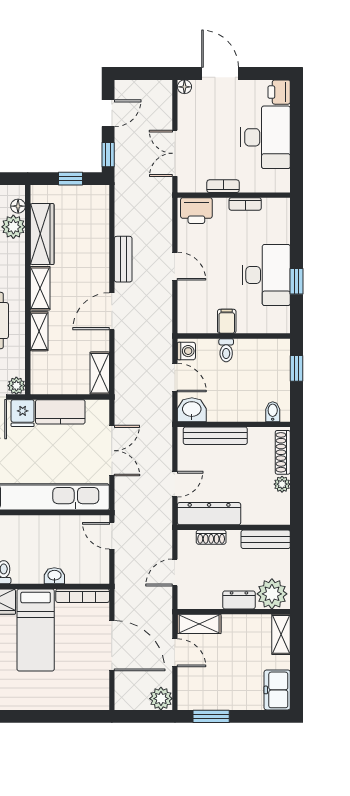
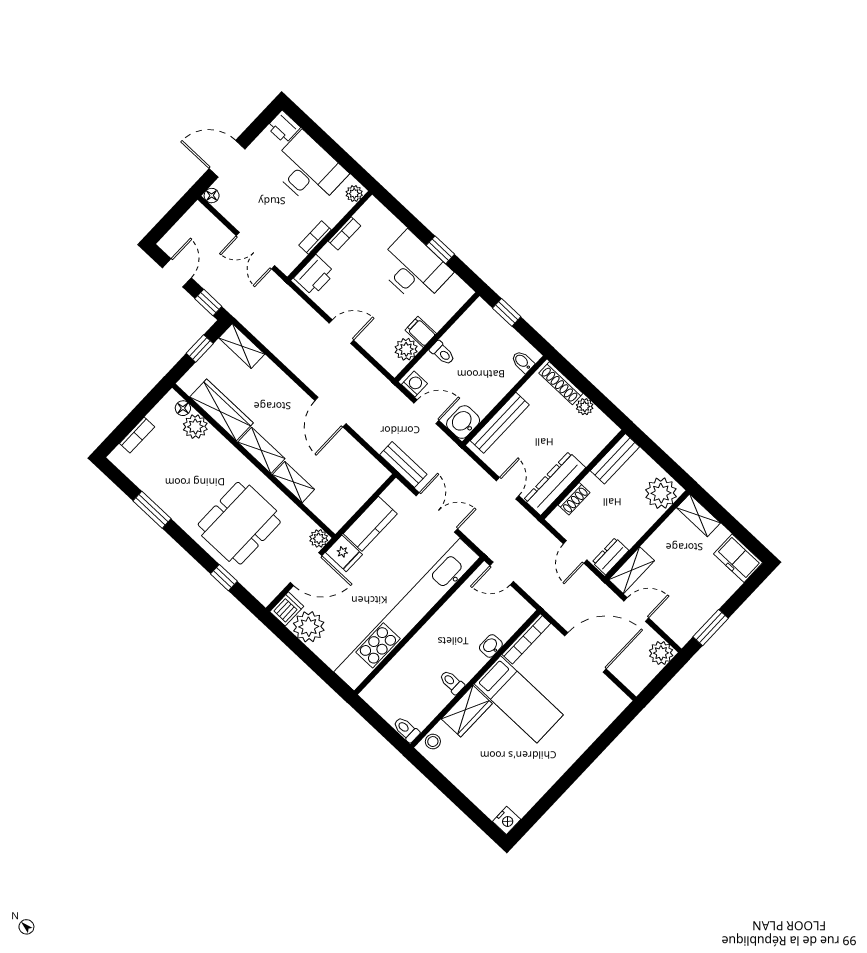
plant: (279, 185) -> (354, 193), added
bench: (123, 259) -> (403, 465), moved
plant: (205, 323) -> (406, 349), added
shelving: (100, 373) -> (242, 346), moved
dresser: (239, 600) -> (610, 556), moved

